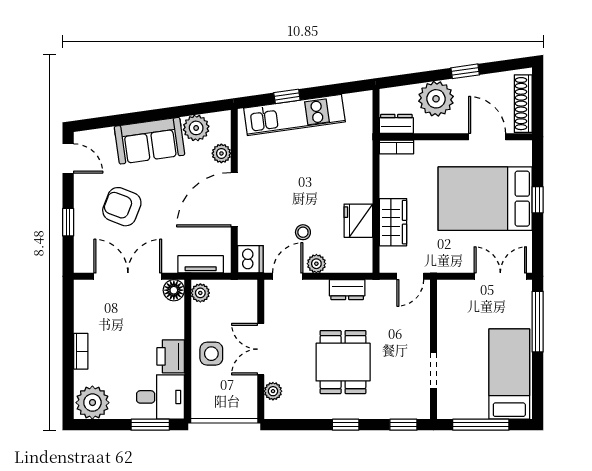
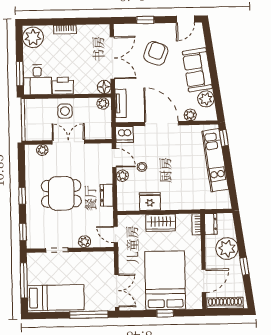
window: (287, 96) -> (224, 138), moved
wardrobe: (393, 222) -> (161, 223), moved
plant: (421, 326) -> (85, 242), added

